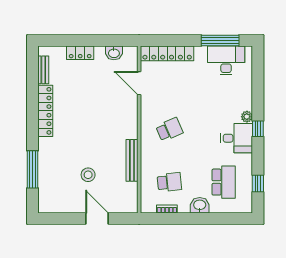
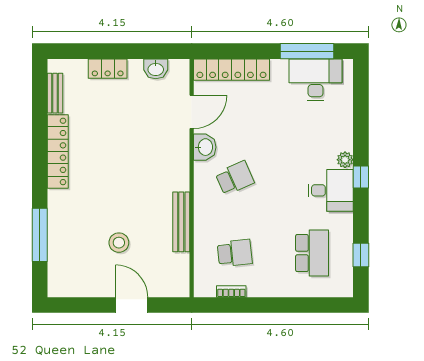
door: (139, 83) -> (192, 112), swing flipped
washbasin: (200, 205) -> (205, 147), moved, turned 90

